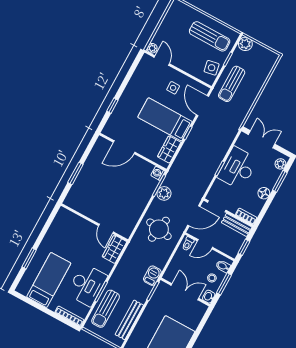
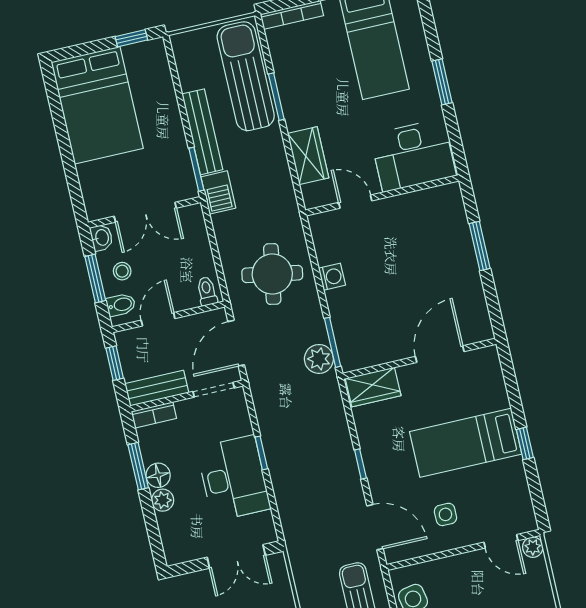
window: (112, 106) -> (525, 443), moved
bed: (165, 119) -> (466, 443), moved, turned 180
wardrobe: (169, 149) -> (373, 387), moved, turned 90
plant: (280, 164) -> (163, 500), moved
washing machine: (158, 173) -> (332, 277), moved
window: (280, 181) -> (138, 466), moved
plant: (164, 193) -> (319, 359), moved
door: (205, 244) -> (158, 319), moved
wardrobe: (114, 249) -> (308, 156), moved
window: (29, 258) -> (442, 82), moved
desk: (87, 285) -> (413, 155), moved, turned -90
sun lounger: (106, 309) -> (246, 76), width x1.36, depth x1.34
bench: (129, 320) -> (202, 132), moved

